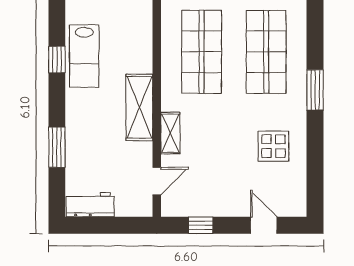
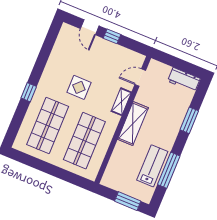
window: (57, 59) -> (169, 170), width x2.17
window: (315, 90) -> (29, 92), width x0.67
display table: (273, 146) -> (79, 87), moved
window: (201, 225) -> (112, 36), moved

